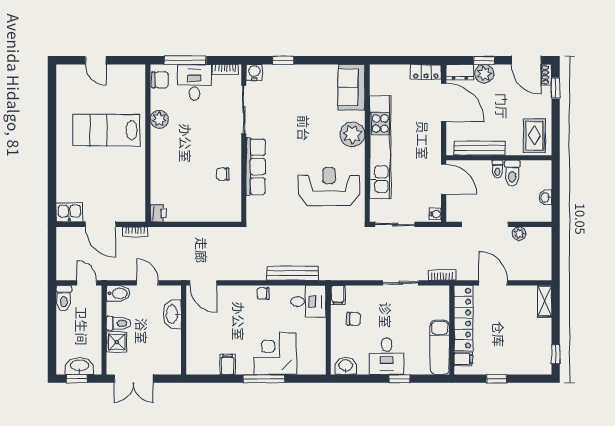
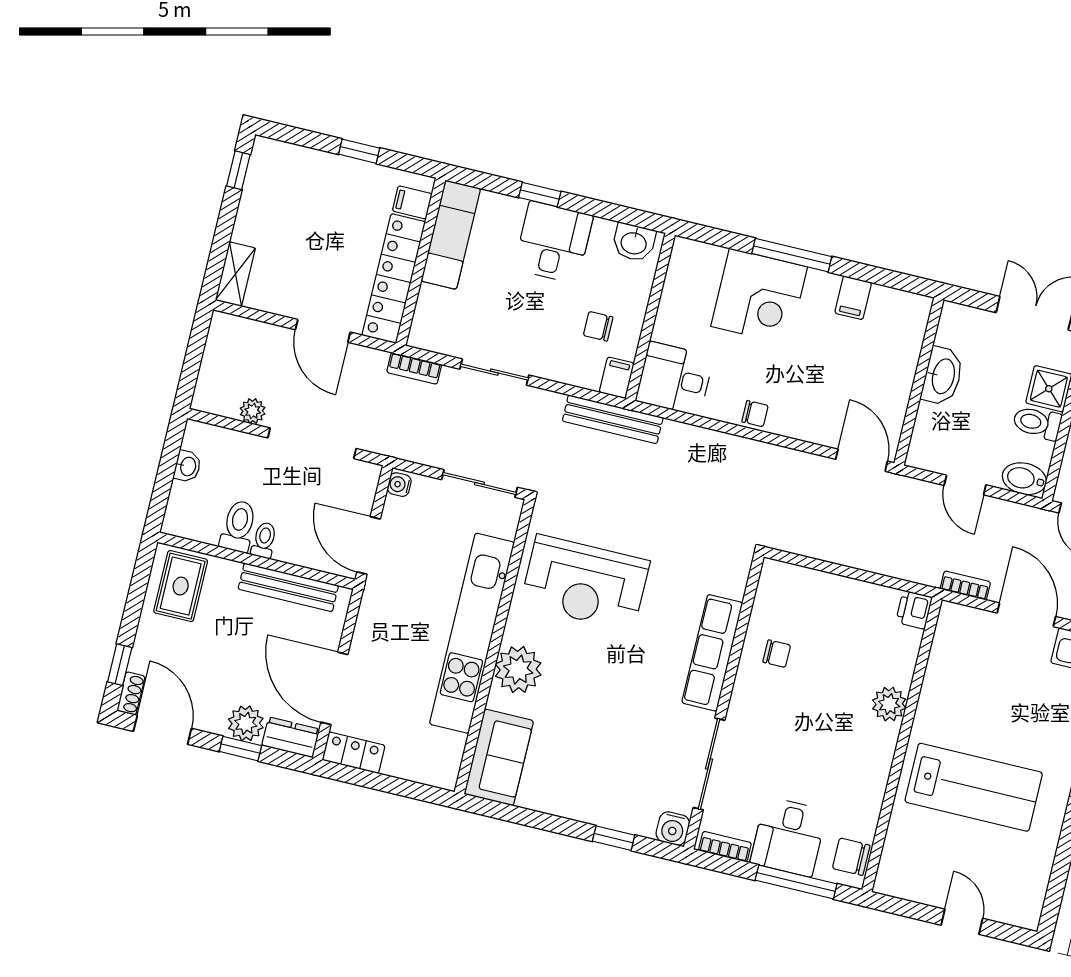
plant: (159, 119) -> (889, 704), moved
bench: (292, 273) -> (613, 419), moved
washbasin: (172, 314) -> (942, 376), moved

